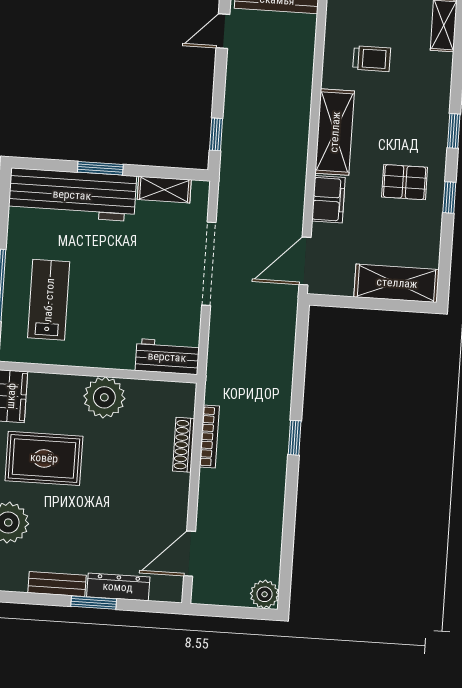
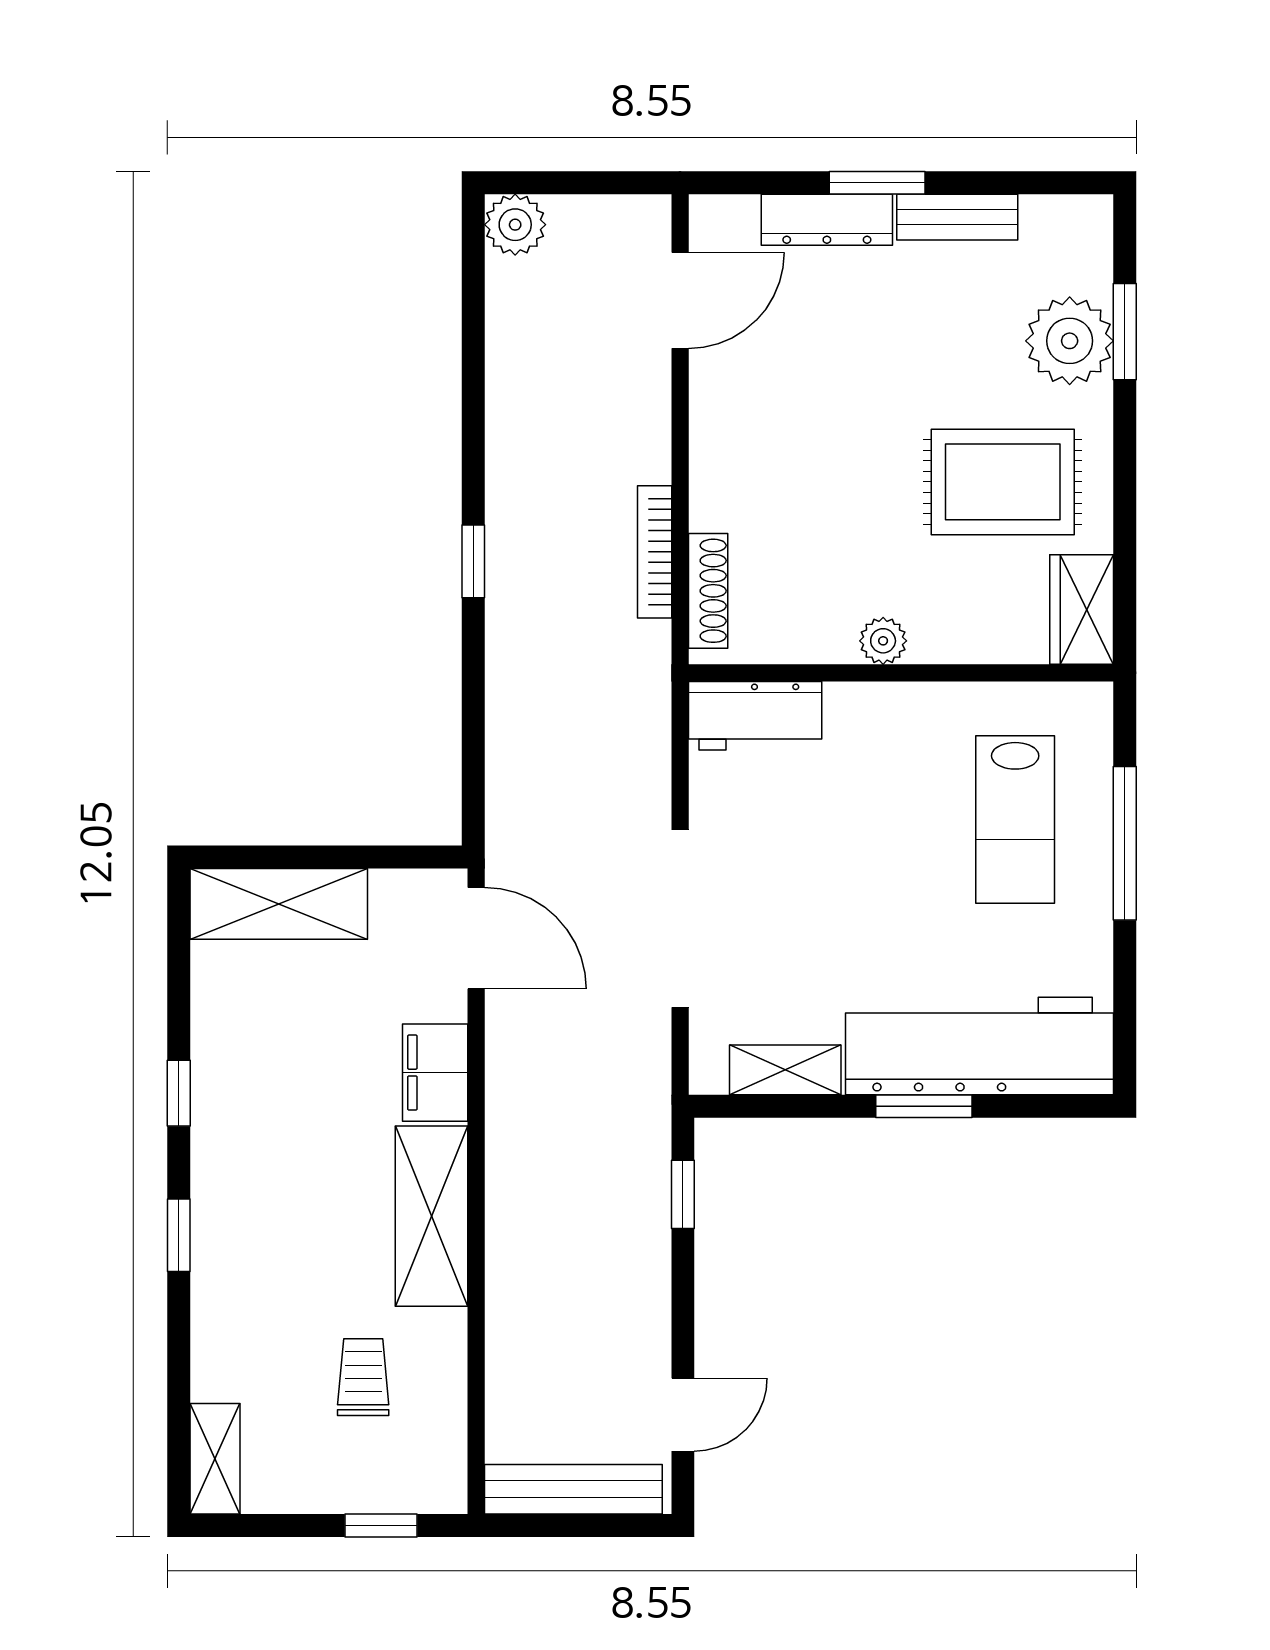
trolley: (372, 59) -> (363, 1377), turned 90
pallet: (405, 182) -> (276, 1120), removed
door: (305, 261) -> (476, 938), hinge flipped
plant: (104, 397) -> (883, 641), width x0.53, depth x0.53
shoe rack: (184, 445) -> (708, 591), moved

